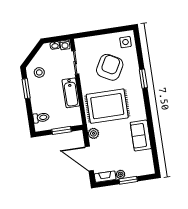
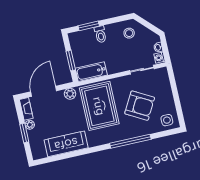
window: (143, 79) -> (130, 141), width x2.11
window: (26, 89) -> (89, 26), moved
bathtub: (71, 93) -> (91, 72), moved
toilet: (41, 118) -> (100, 34), moved
sofa: (141, 135) -> (66, 144), width x1.36

